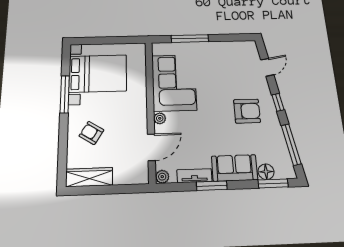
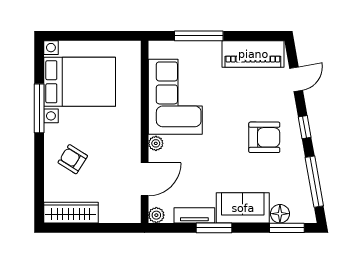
piano: (232, 50) -> (253, 54), added

